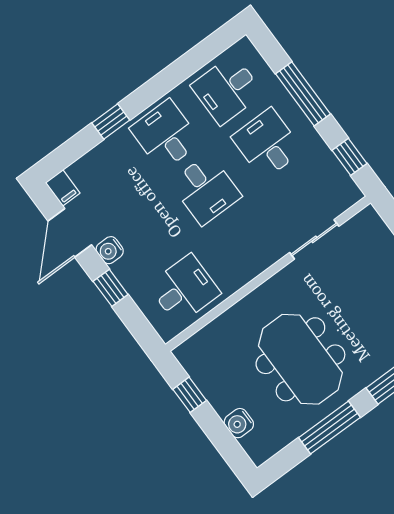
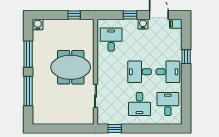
window: (303, 94) -> (147, 128), removed
desk: (267, 144) -> (139, 104), turned 90
desk: (184, 289) -> (111, 40), turned 180
meeting table: (300, 359) -> (71, 67), moved
water cooler: (239, 423) -> (38, 25), moved

